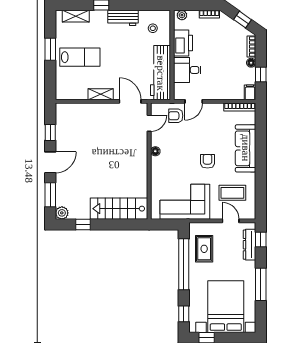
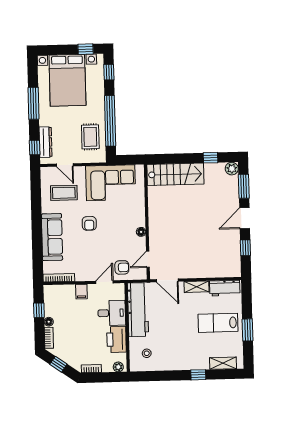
workbench: (123, 18) -> (225, 288), moved, turned 180
filing cabinet: (250, 92) -> (81, 292), moved

